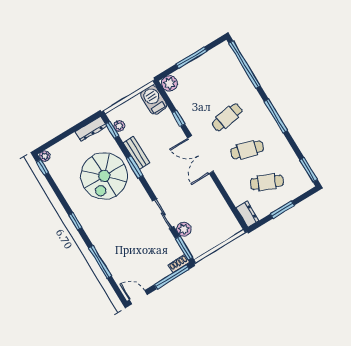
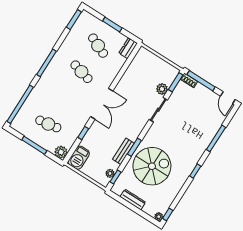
cafe table: (227, 117) -> (48, 124), moved
dresser: (91, 129) -> (133, 199), moved

